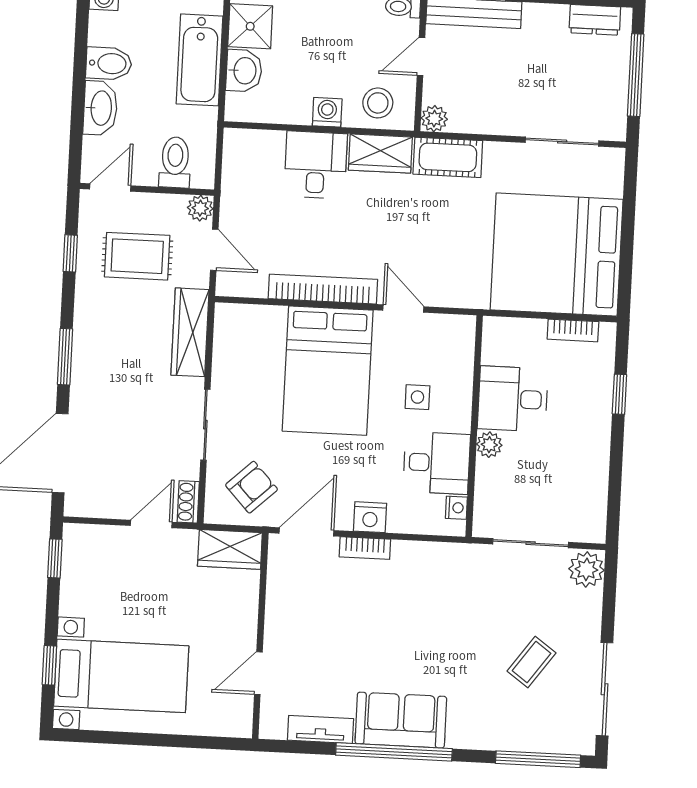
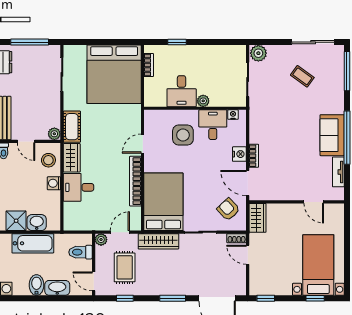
bed: (328, 371) -> (163, 202), moved, turned -90
side table: (417, 397) -> (183, 135), width x1.87, depth x1.87

